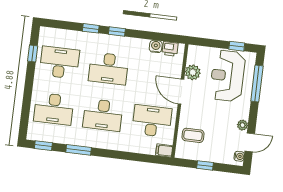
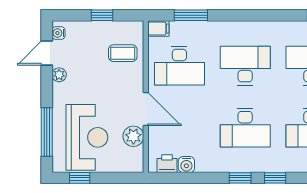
desk: (108, 69) -> (245, 128), turned 180
window: (79, 150) -> (191, 15), moved

